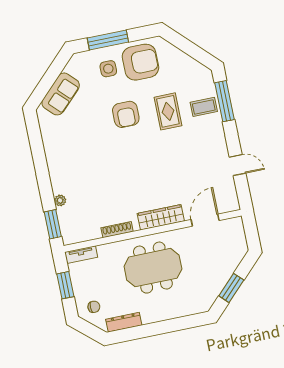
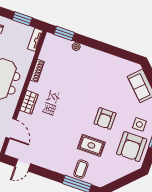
armchair: (126, 114) -> (105, 118), turned -90
door: (238, 165) -> (23, 165), moved
wardrobe: (161, 217) -> (29, 102), width x0.67

